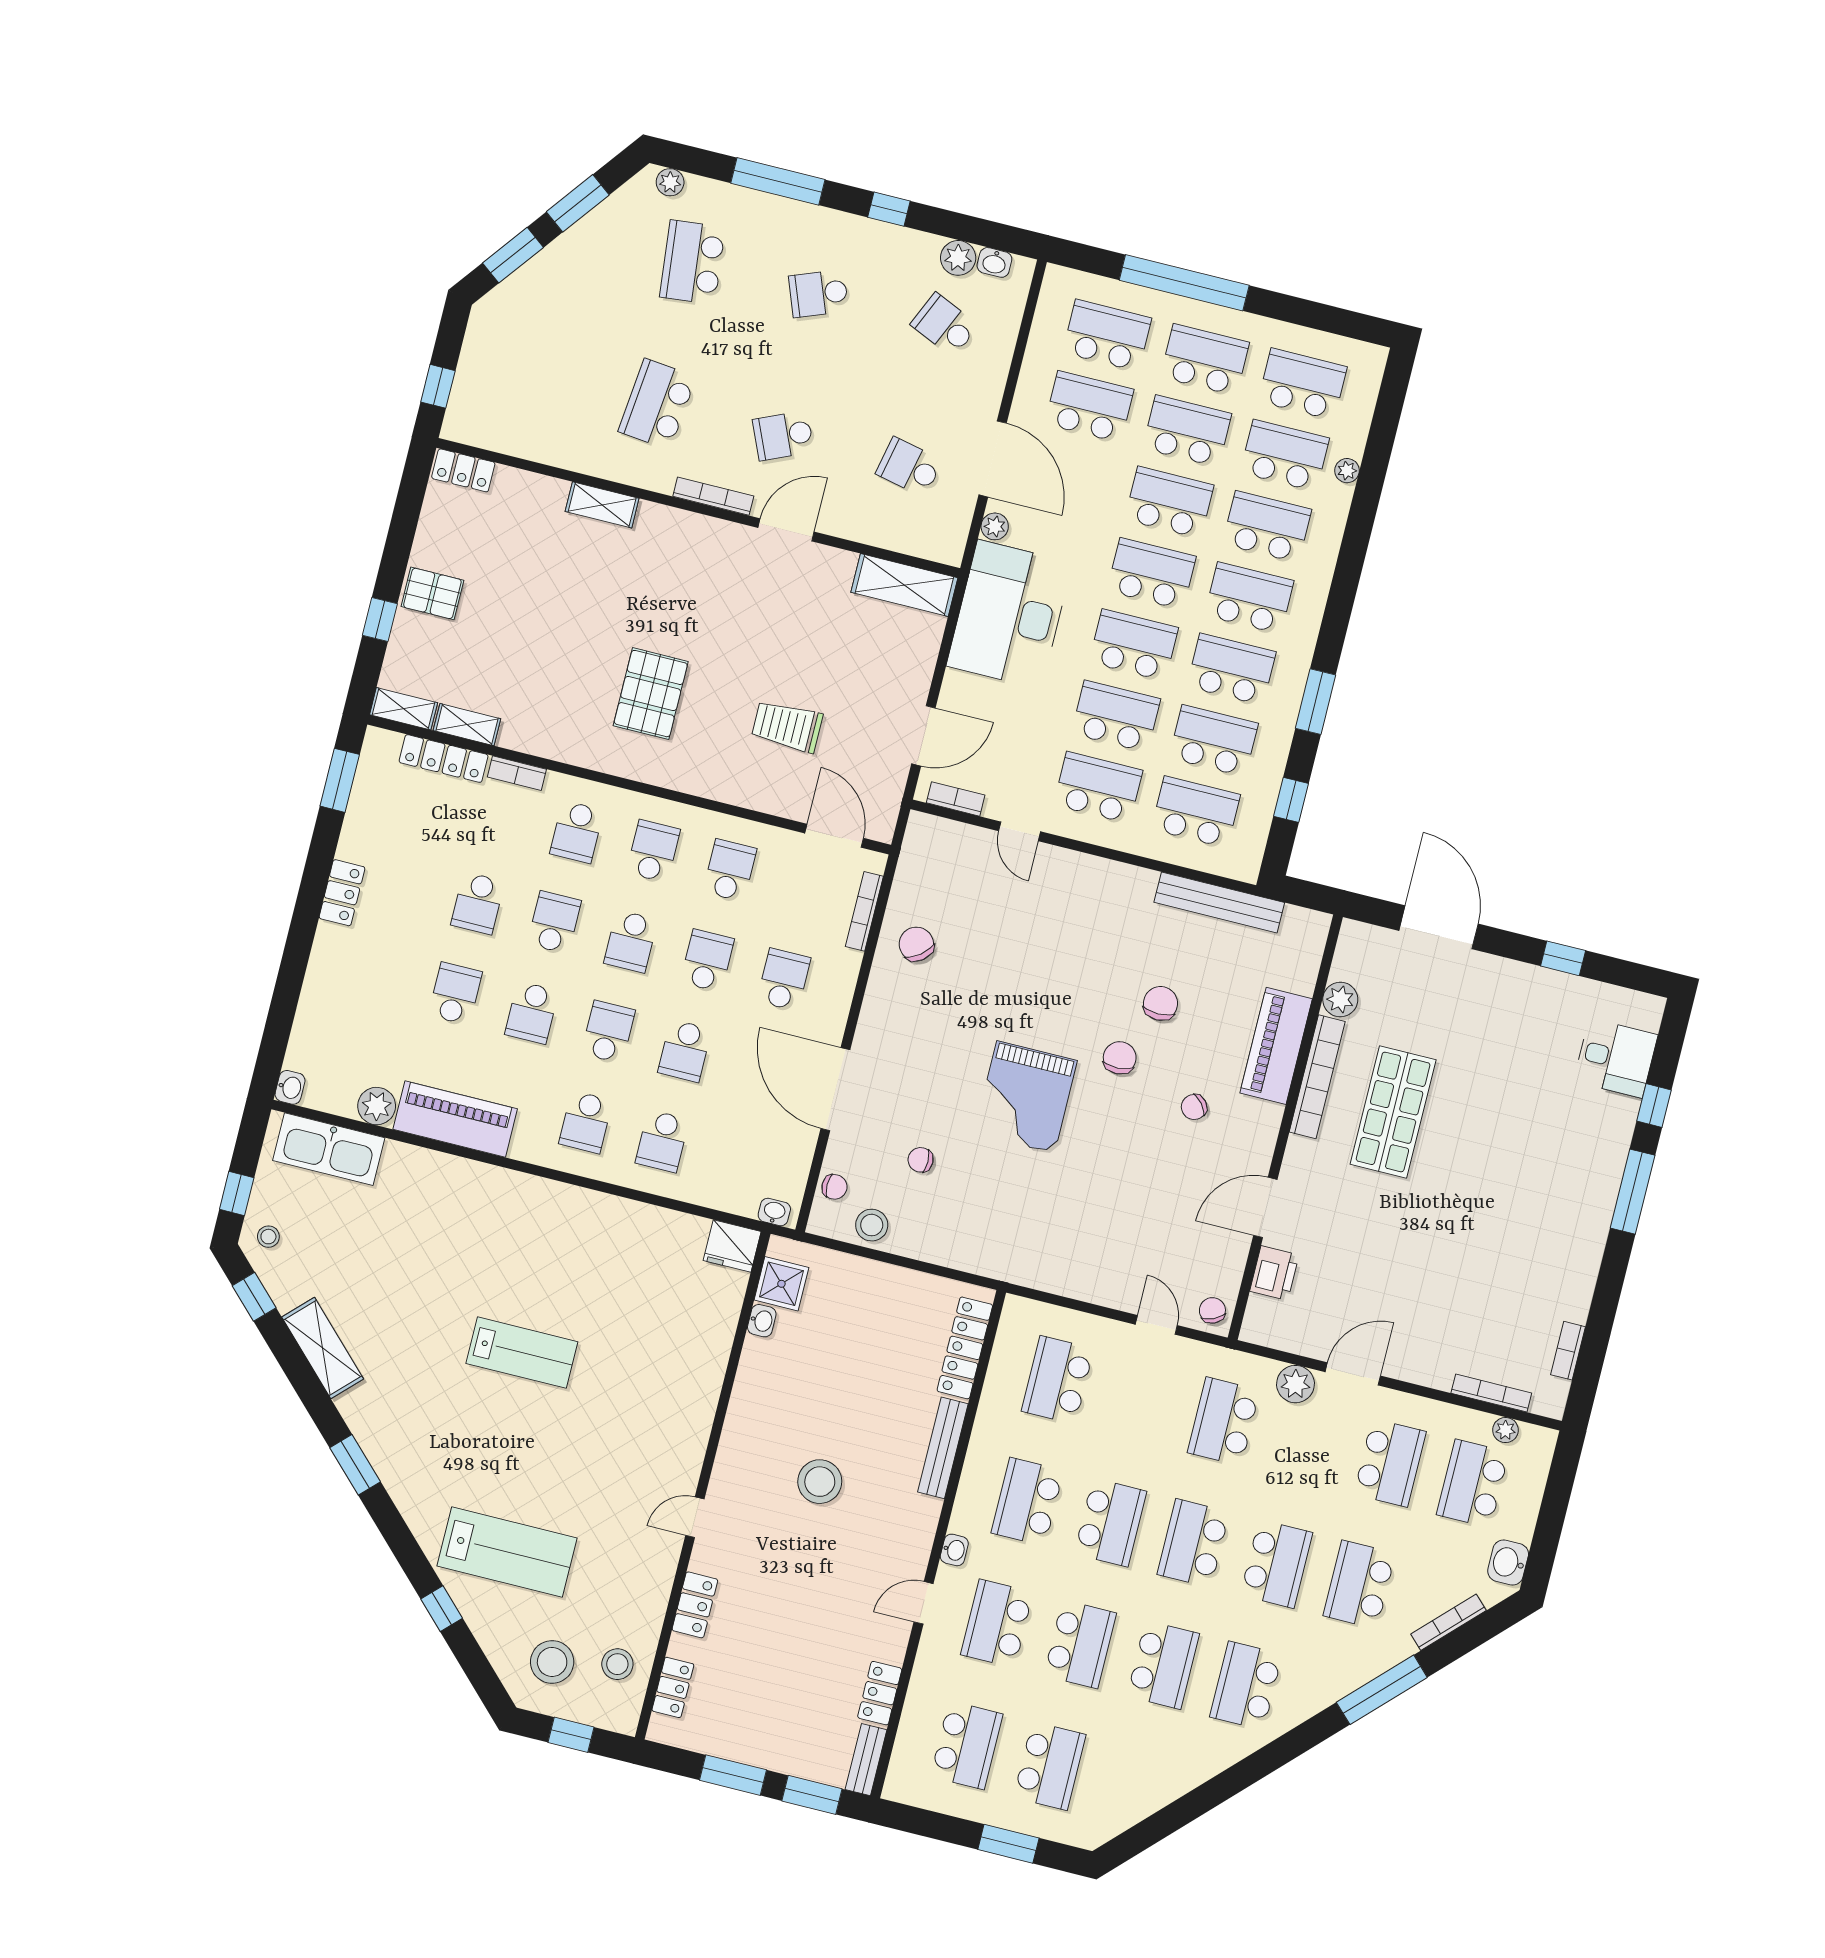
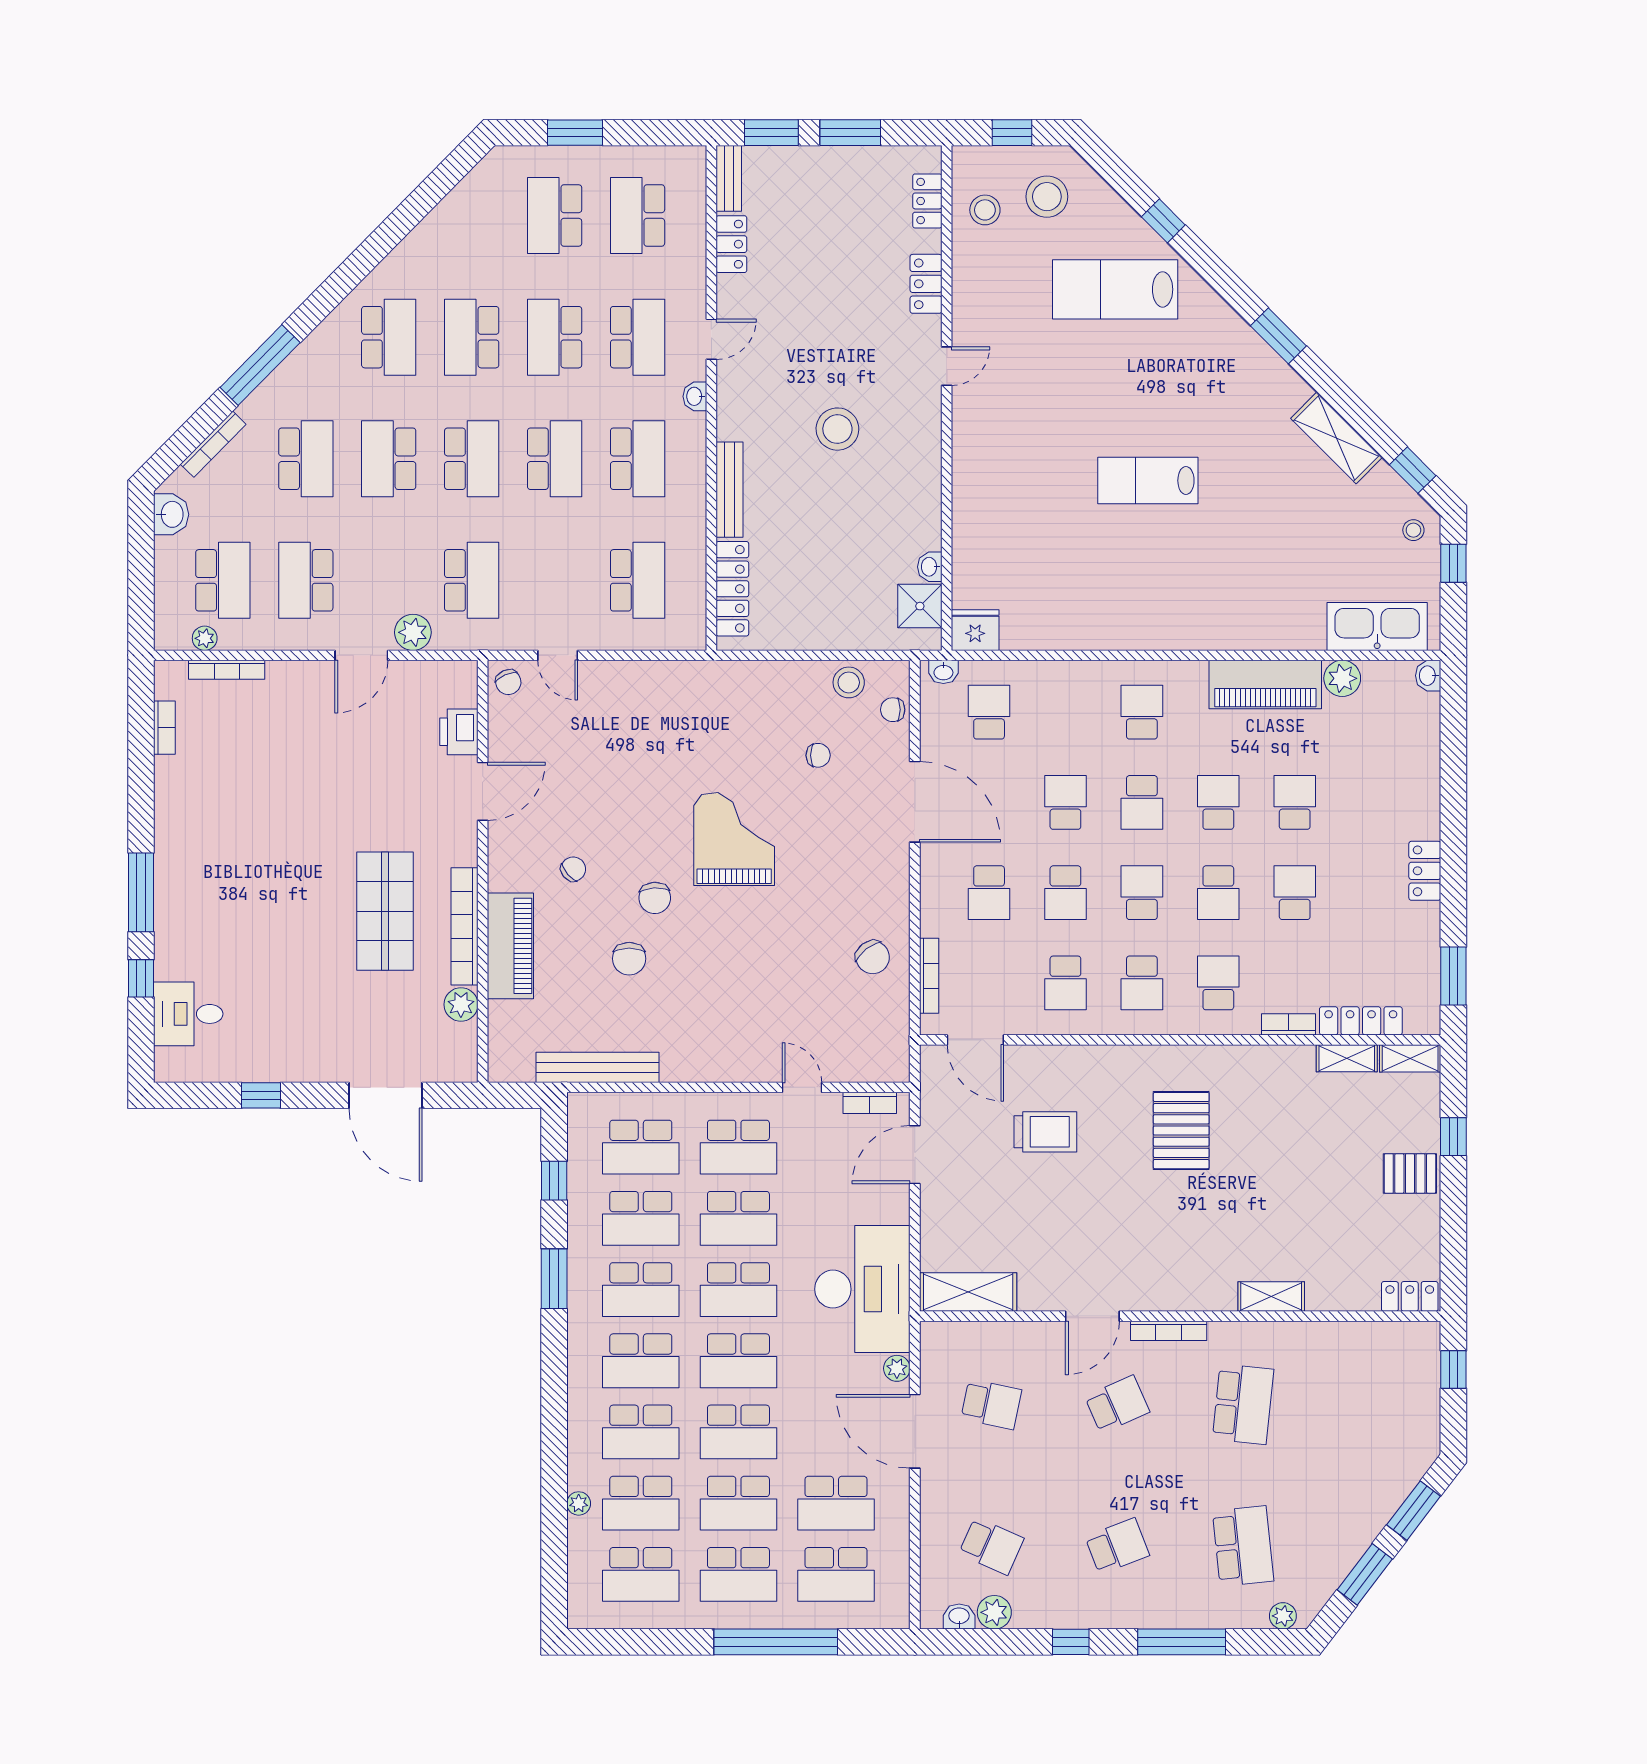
school desk: (455, 994) -> (1295, 802), turned 180
school desk: (662, 1141) -> (989, 712), moved
school desk: (1110, 1522) -> (555, 459), turned 180

